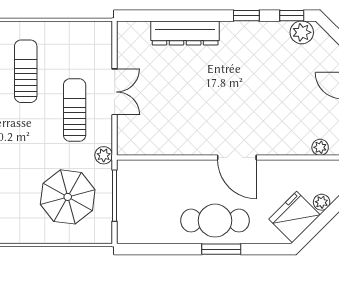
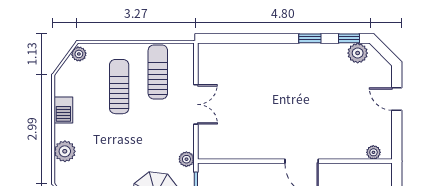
dresser: (185, 33) -> (257, 54), removed
sun lounger: (75, 110) -> (158, 72), moved

